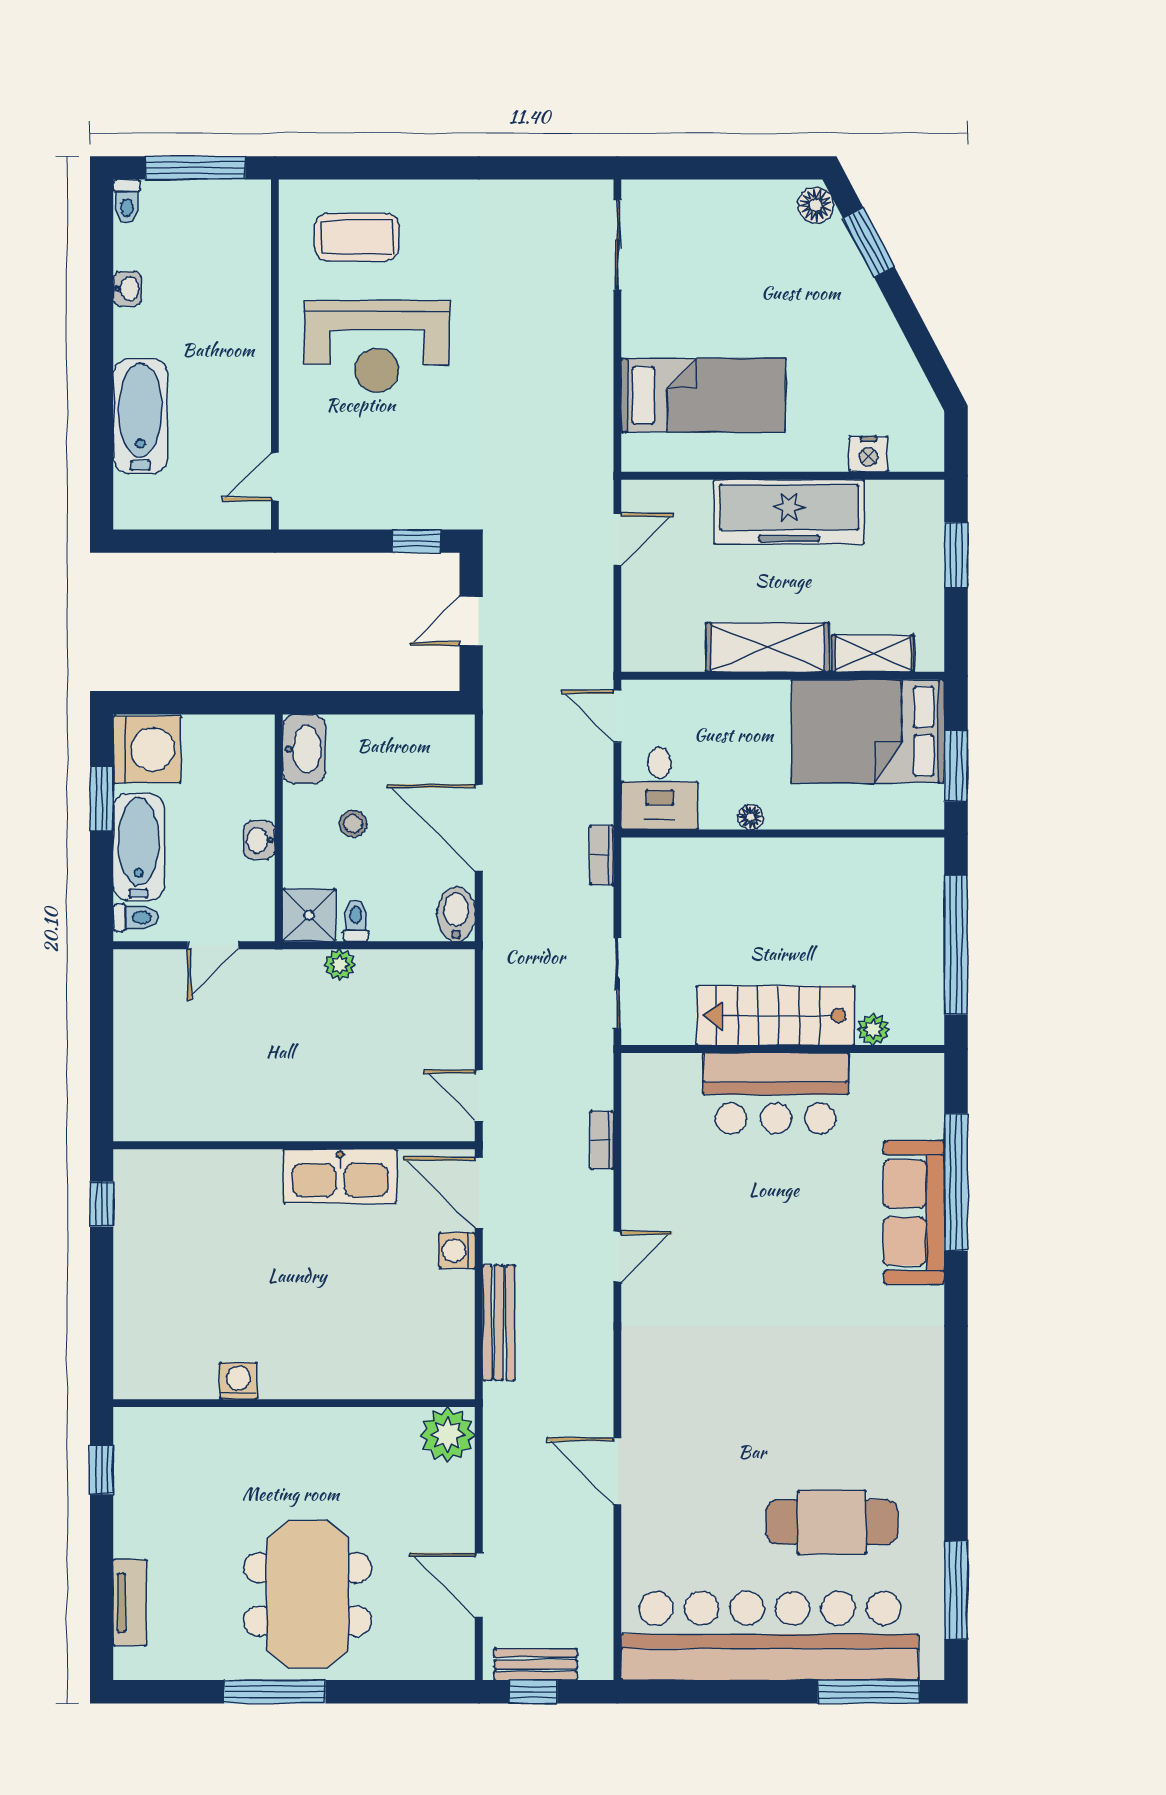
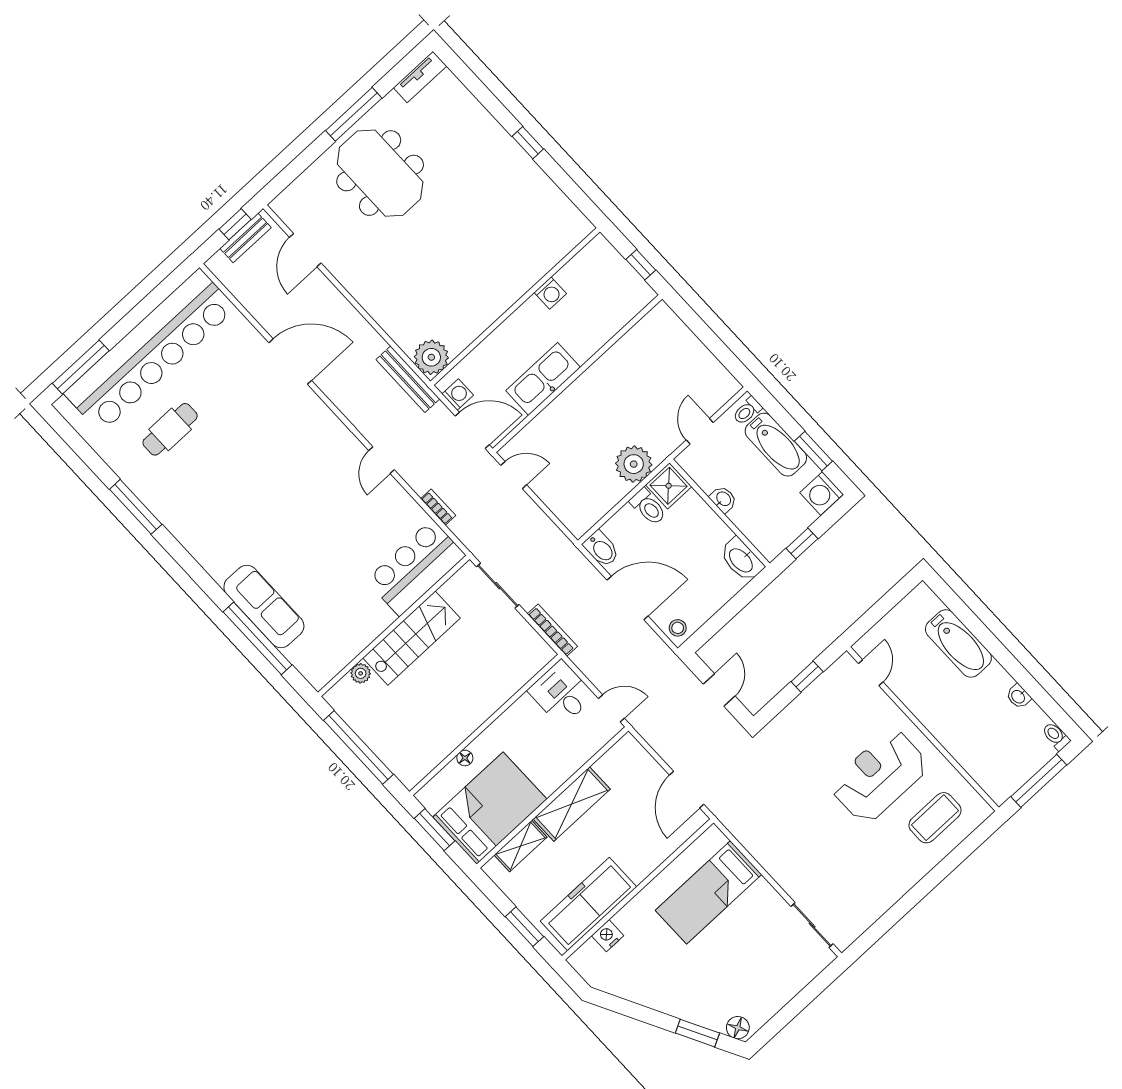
freezer: (789, 512) -> (589, 904), moved
door: (617, 539) -> (687, 790), width x1.38
window: (417, 541) -> (807, 677), moved
window: (215, 703) -> (802, 544), added
washing machine: (147, 749) -> (822, 493), width x0.73, depth x0.73
floor lamp: (751, 817) -> (465, 758), moved
stool: (353, 824) -> (678, 628), moved
bookcase: (602, 855) -> (552, 630), width x1.56
toilet: (356, 921) -> (648, 507), width x1.37, depth x1.39
plant: (340, 965) -> (634, 464), width x1.87, depth x1.87
bar counter: (776, 1093) -> (416, 568), moved
washing machine: (238, 1381) -> (550, 293), moved
wall: (294, 1403) -> (515, 306), moved
plant: (447, 1435) -> (431, 357), moved
door: (617, 1471) -> (290, 362), width x1.36
cafe table: (832, 1522) -> (170, 429), width x0.73, depth x0.74
door: (479, 1585) -> (305, 250), swing flipped
window: (956, 1590) -> (136, 507), moved
tv unit: (130, 1603) -> (420, 77), moved, turned -90

